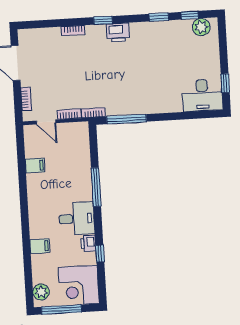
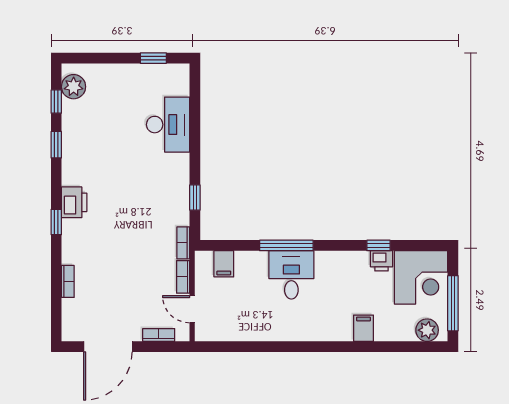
bookcase: (73, 31) -> (68, 281), moved
desk: (202, 95) -> (168, 125), moved
window: (127, 119) -> (195, 198), width x0.46
door: (46, 122) -> (192, 309), swing flipped
filing cabinet: (35, 166) -> (224, 264), moved, turned 180
desk: (77, 219) -> (291, 275), moved
printer: (88, 243) -> (382, 261), moved

